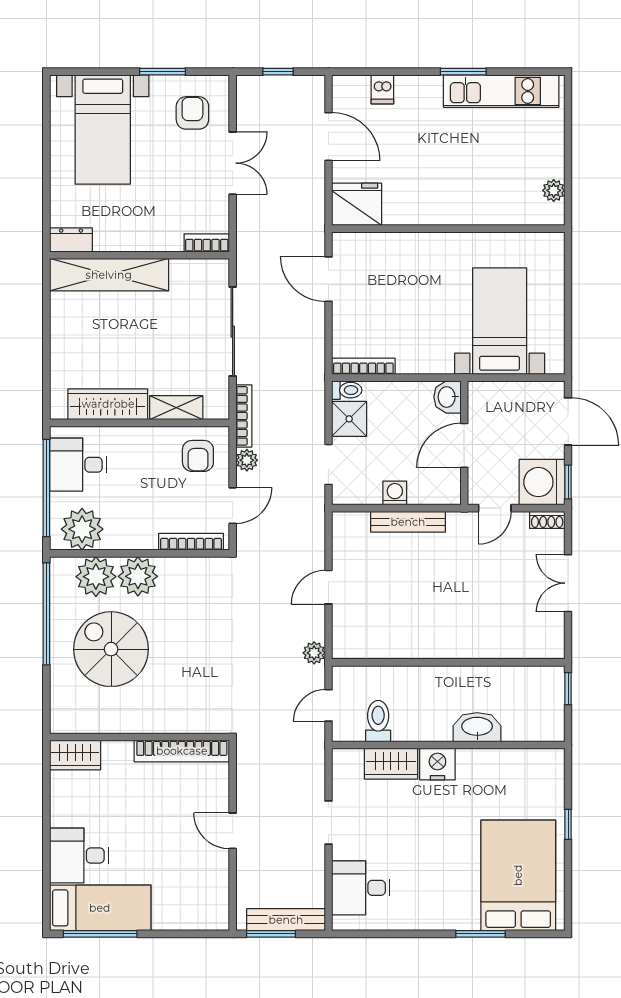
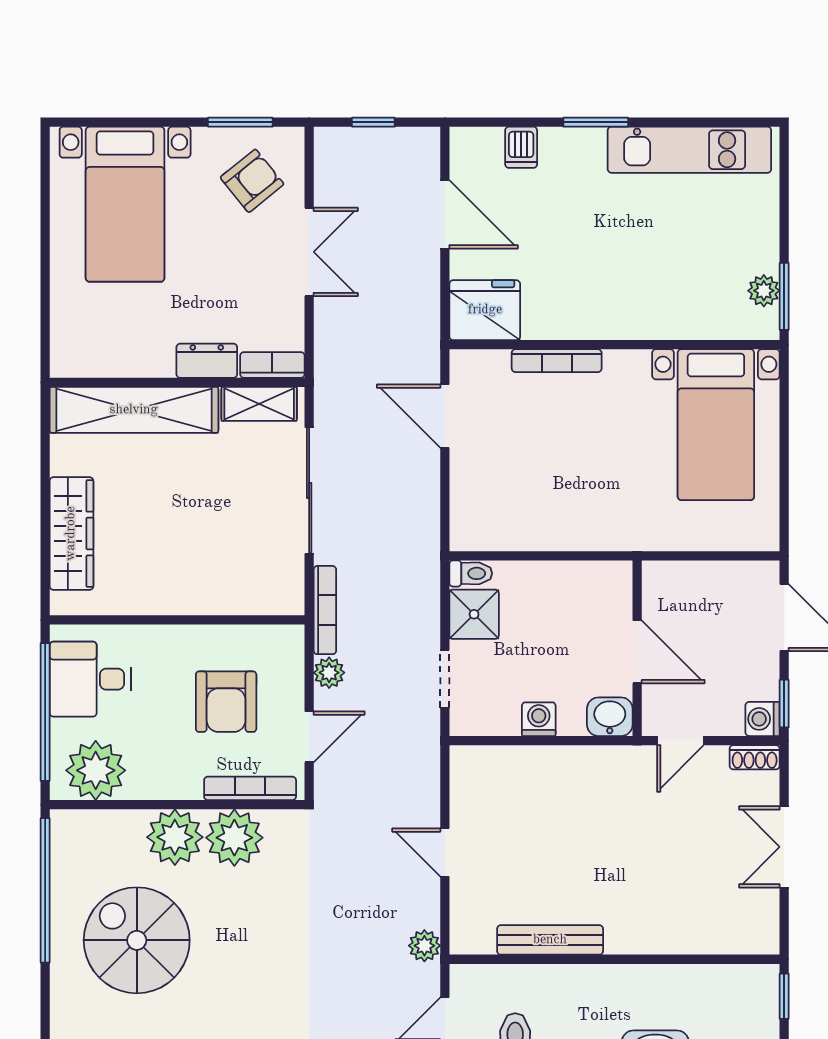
window: (162, 72) -> (240, 122), moved
window: (463, 72) -> (596, 122), moved
armchair: (192, 113) -> (252, 181), turned 51
window: (568, 195) -> (784, 296), added
dresser: (71, 240) -> (207, 361), moved
bed with nightstands: (500, 321) -> (716, 425), moved, turned 180
bookcase: (363, 366) -> (557, 361), moved, turned 180
washbasin: (447, 397) -> (610, 717), moved, turned 90
wardrobe: (108, 404) -> (71, 534), moved, turned 90
shelving: (176, 408) -> (259, 404), moved
door: (464, 445) -> (637, 652), swing flipped
armchair: (198, 456) -> (226, 702), moved, width x1.38, depth x1.38
washing machine: (542, 482) -> (763, 719), width x0.53, depth x0.53
bench: (408, 522) -> (550, 940), moved
plant: (96, 577) -> (234, 838), moved
door: (328, 587) -> (445, 853), hinge flipped

